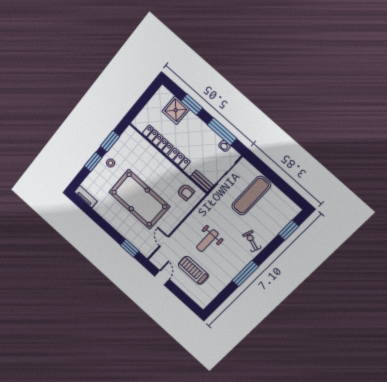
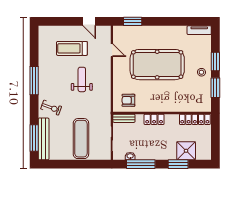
locker: (158, 140) -> (195, 119), moved
bench: (282, 223) -> (44, 139), added
window: (289, 230) -> (34, 138), width x1.44
treadmill: (193, 270) -> (72, 48), turned 180

